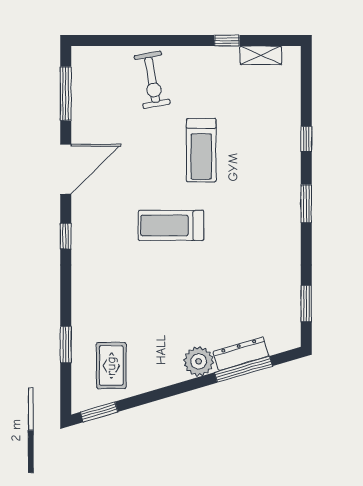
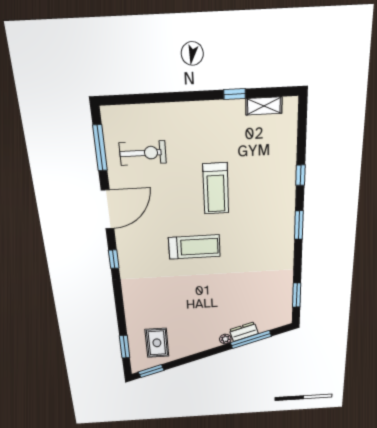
exercise bike: (152, 80) -> (143, 153), moved, turned -80
treadmill: (171, 225) -> (194, 247), turned 180
window: (66, 345) -> (125, 347), moved
dresser: (241, 354) -> (244, 332), width x0.70
plant: (199, 361) -> (225, 339), width x0.53, depth x0.53

